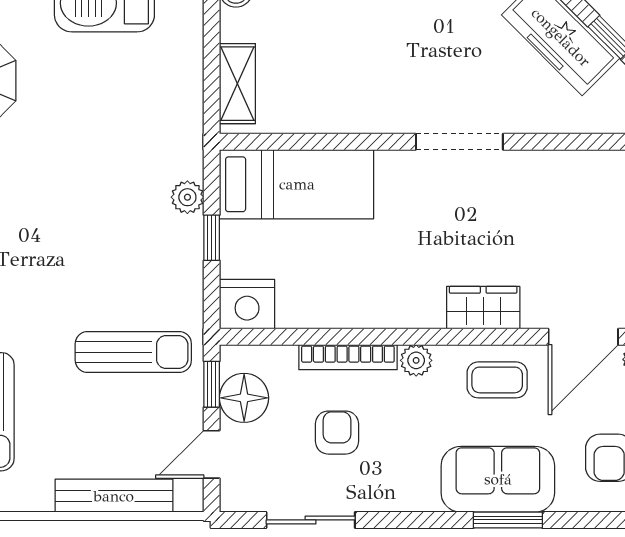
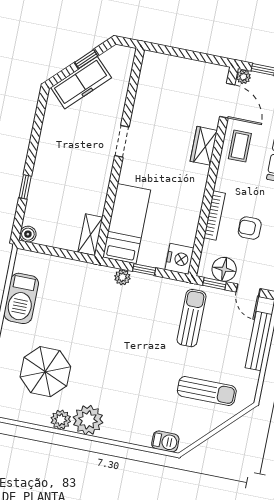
shelving: (237, 84) -> (90, 235), moved, turned 90
doorway: (459, 142) -> (122, 141), width x0.73
plant: (416, 360) -> (223, 183), removed

